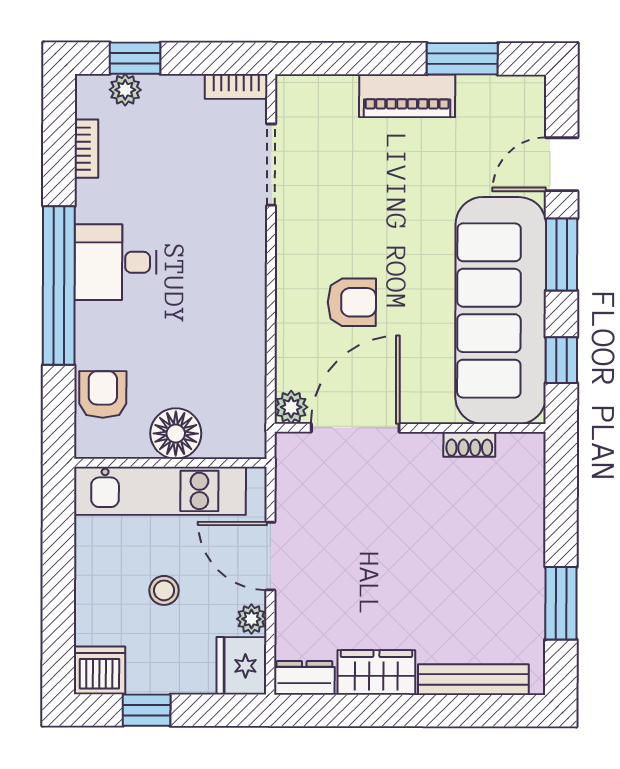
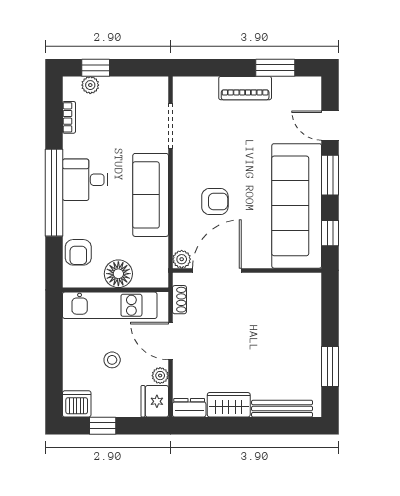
bookcase: (236, 87) -> (151, 83), removed
door: (562, 164) -> (330, 126), hinge flipped
sofa: (235, 290) -> (151, 195), added
armchair: (103, 394) -> (78, 252), turned 180
shoe rack: (469, 444) -> (179, 300), moved, turned -90

